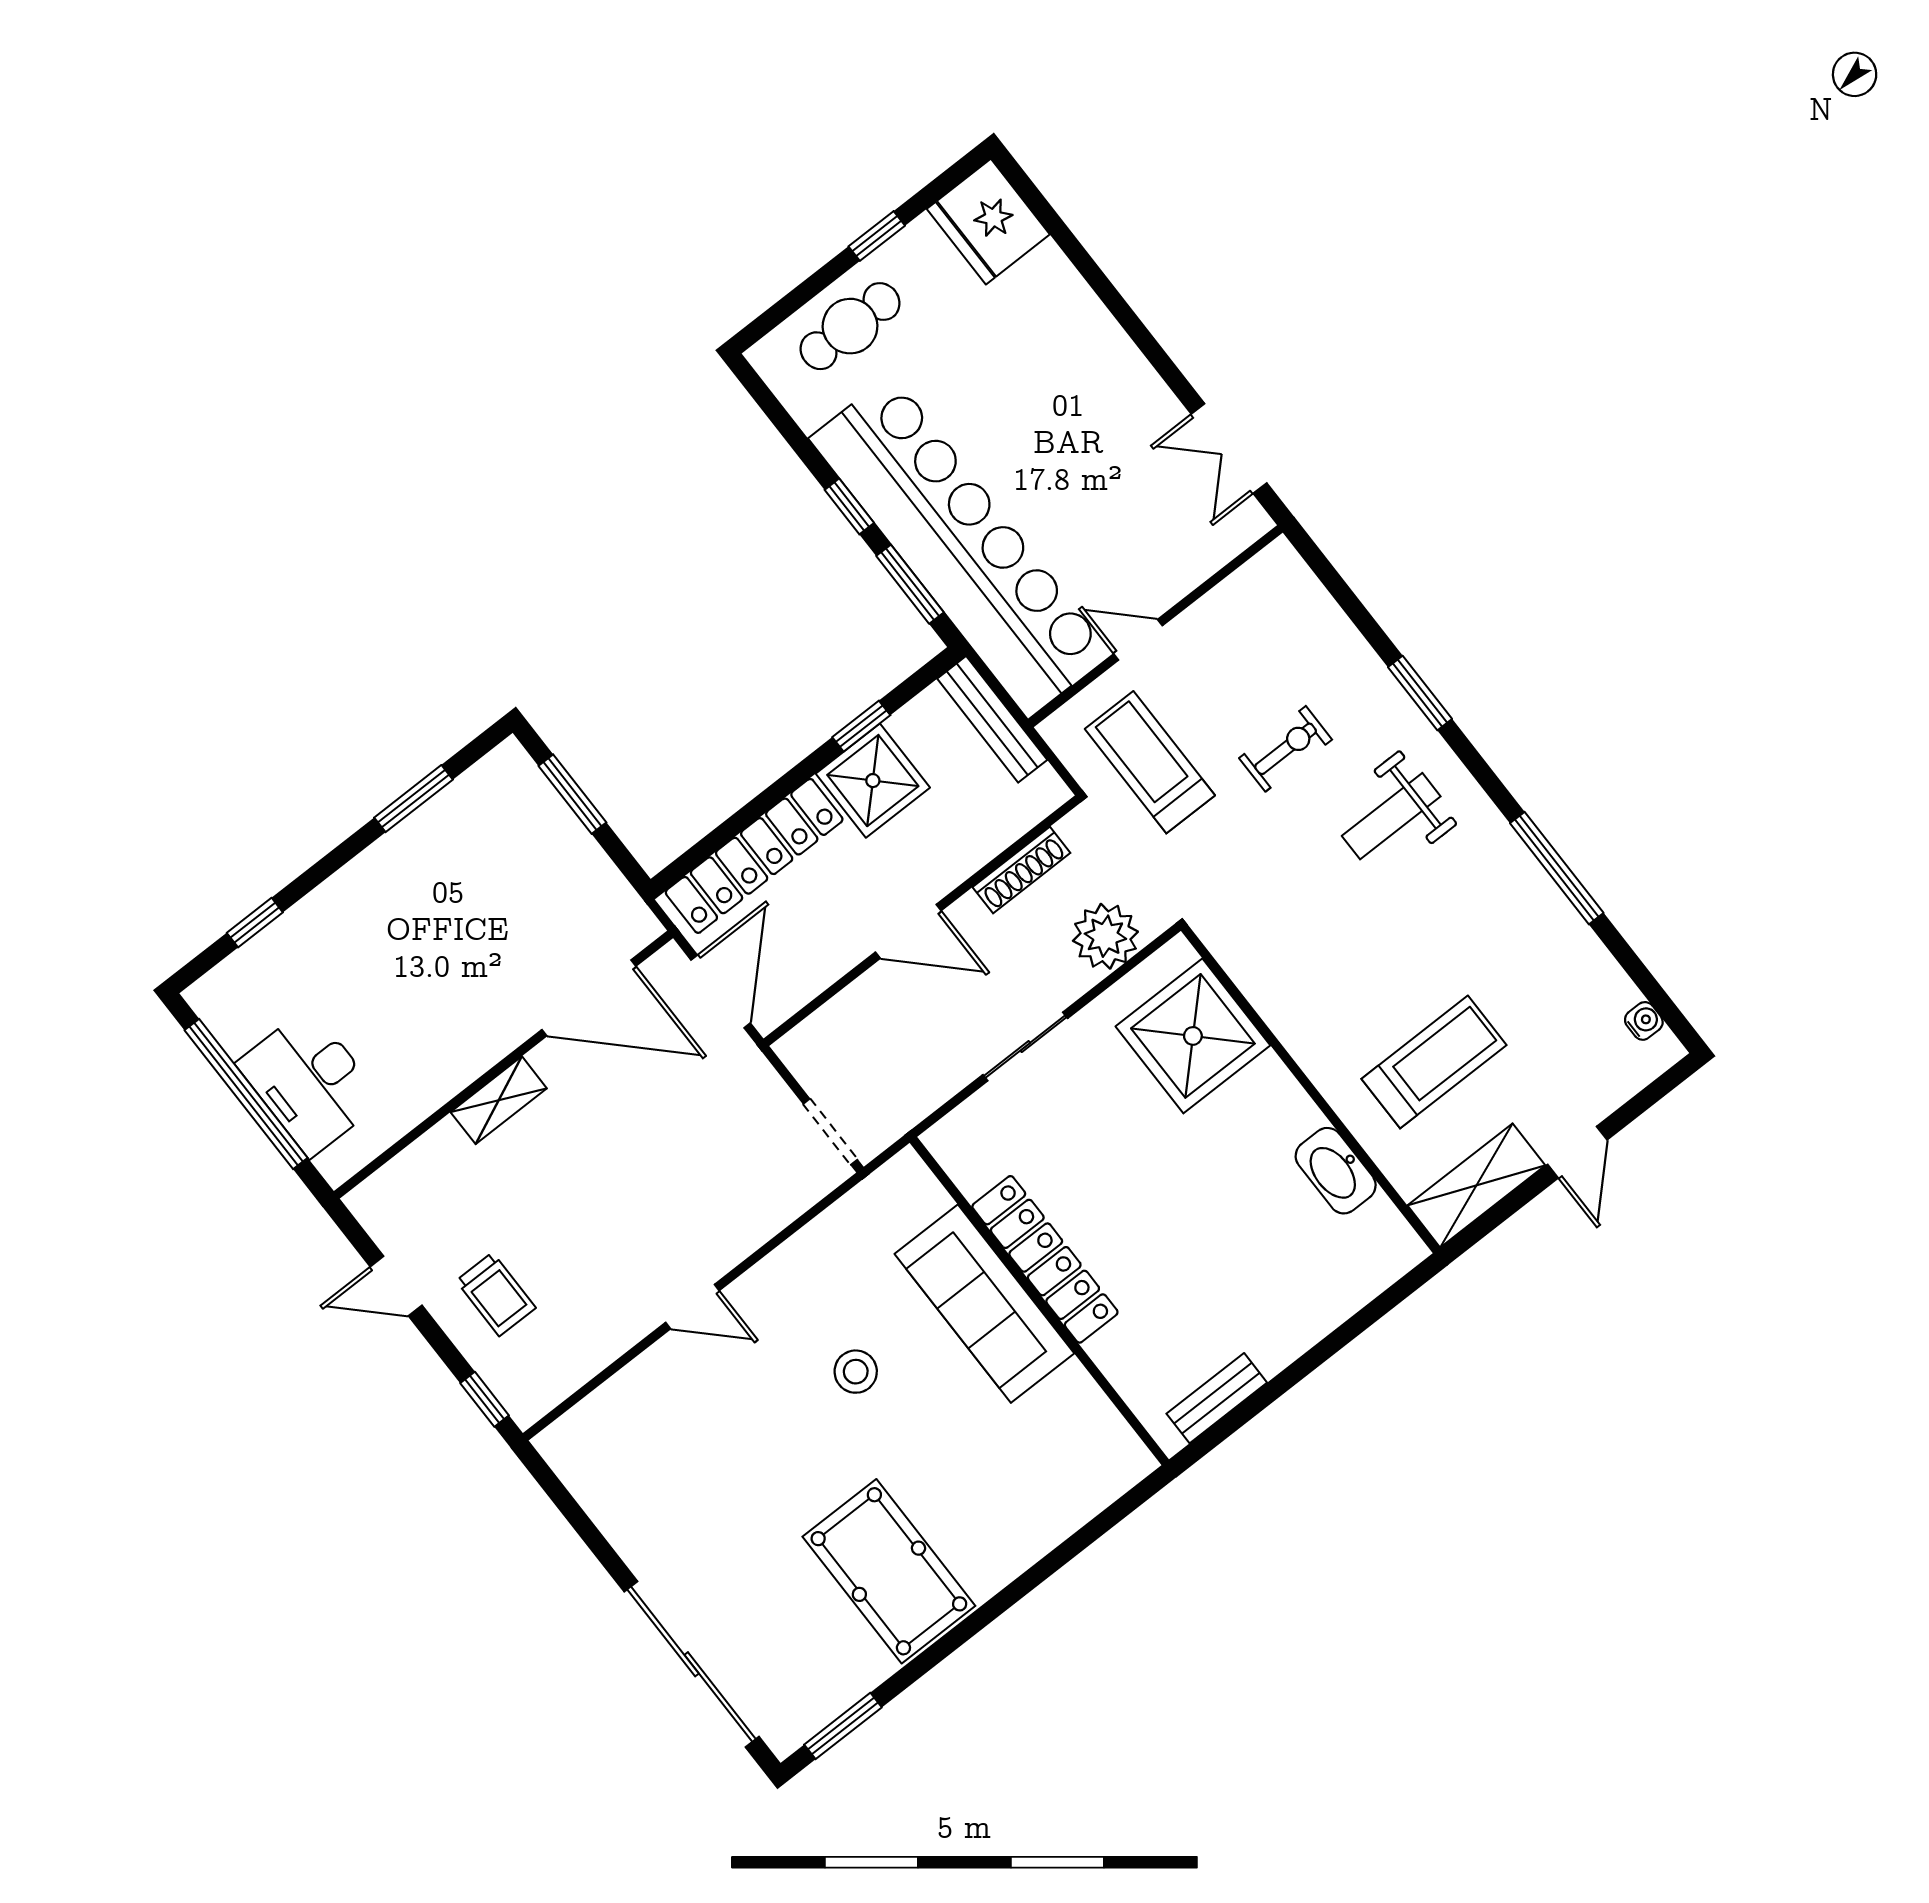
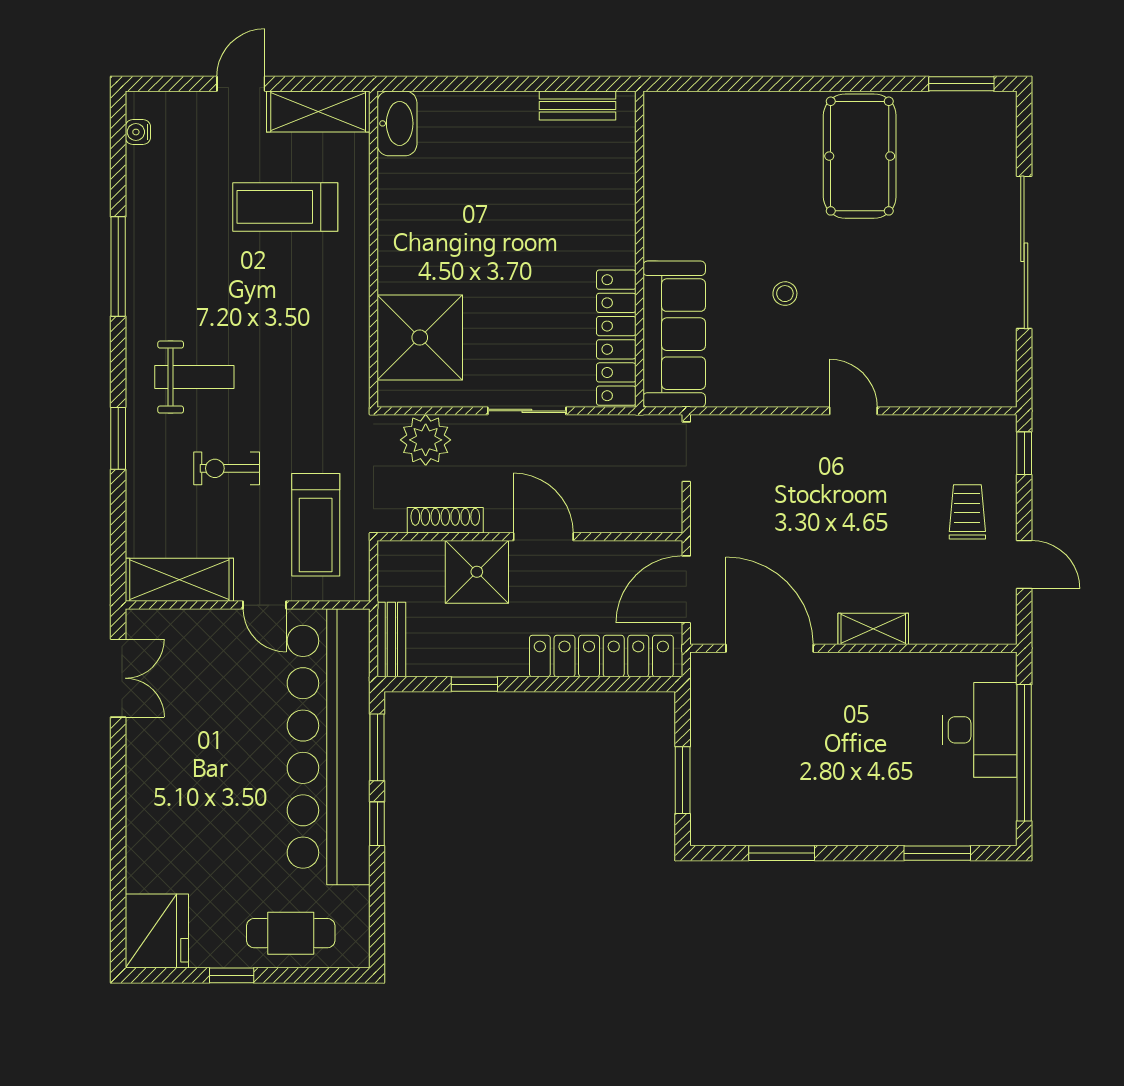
shelving: (1245, 598) -> (179, 580), added
bench: (992, 719) -> (391, 640), width x0.73
shower: (873, 781) -> (477, 572), moved
window: (255, 923) -> (937, 853), width x1.50
washbasin: (1336, 1171) -> (397, 123), moved
locker: (1045, 1259) -> (616, 338), moved
sofa: (984, 1304) -> (674, 334), moved
stool: (856, 1372) -> (785, 294), width x0.73, depth x0.73
sliding door: (692, 1664) -> (1024, 252), moved

